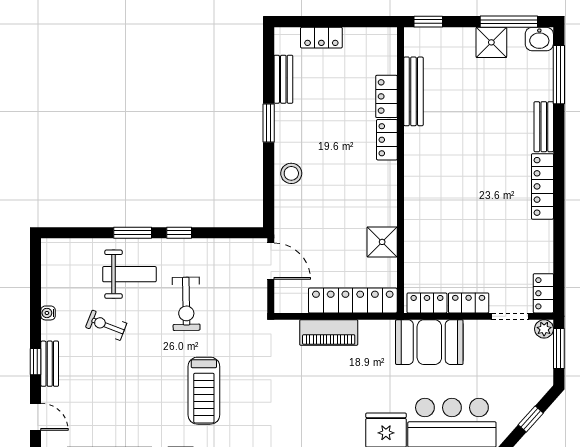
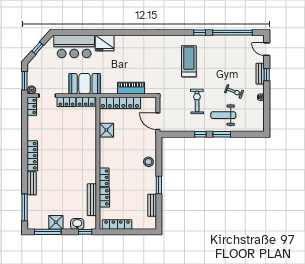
locker: (321, 38) -> (117, 225), moved, width x1.53
washbasin: (539, 39) -> (77, 224), moved

